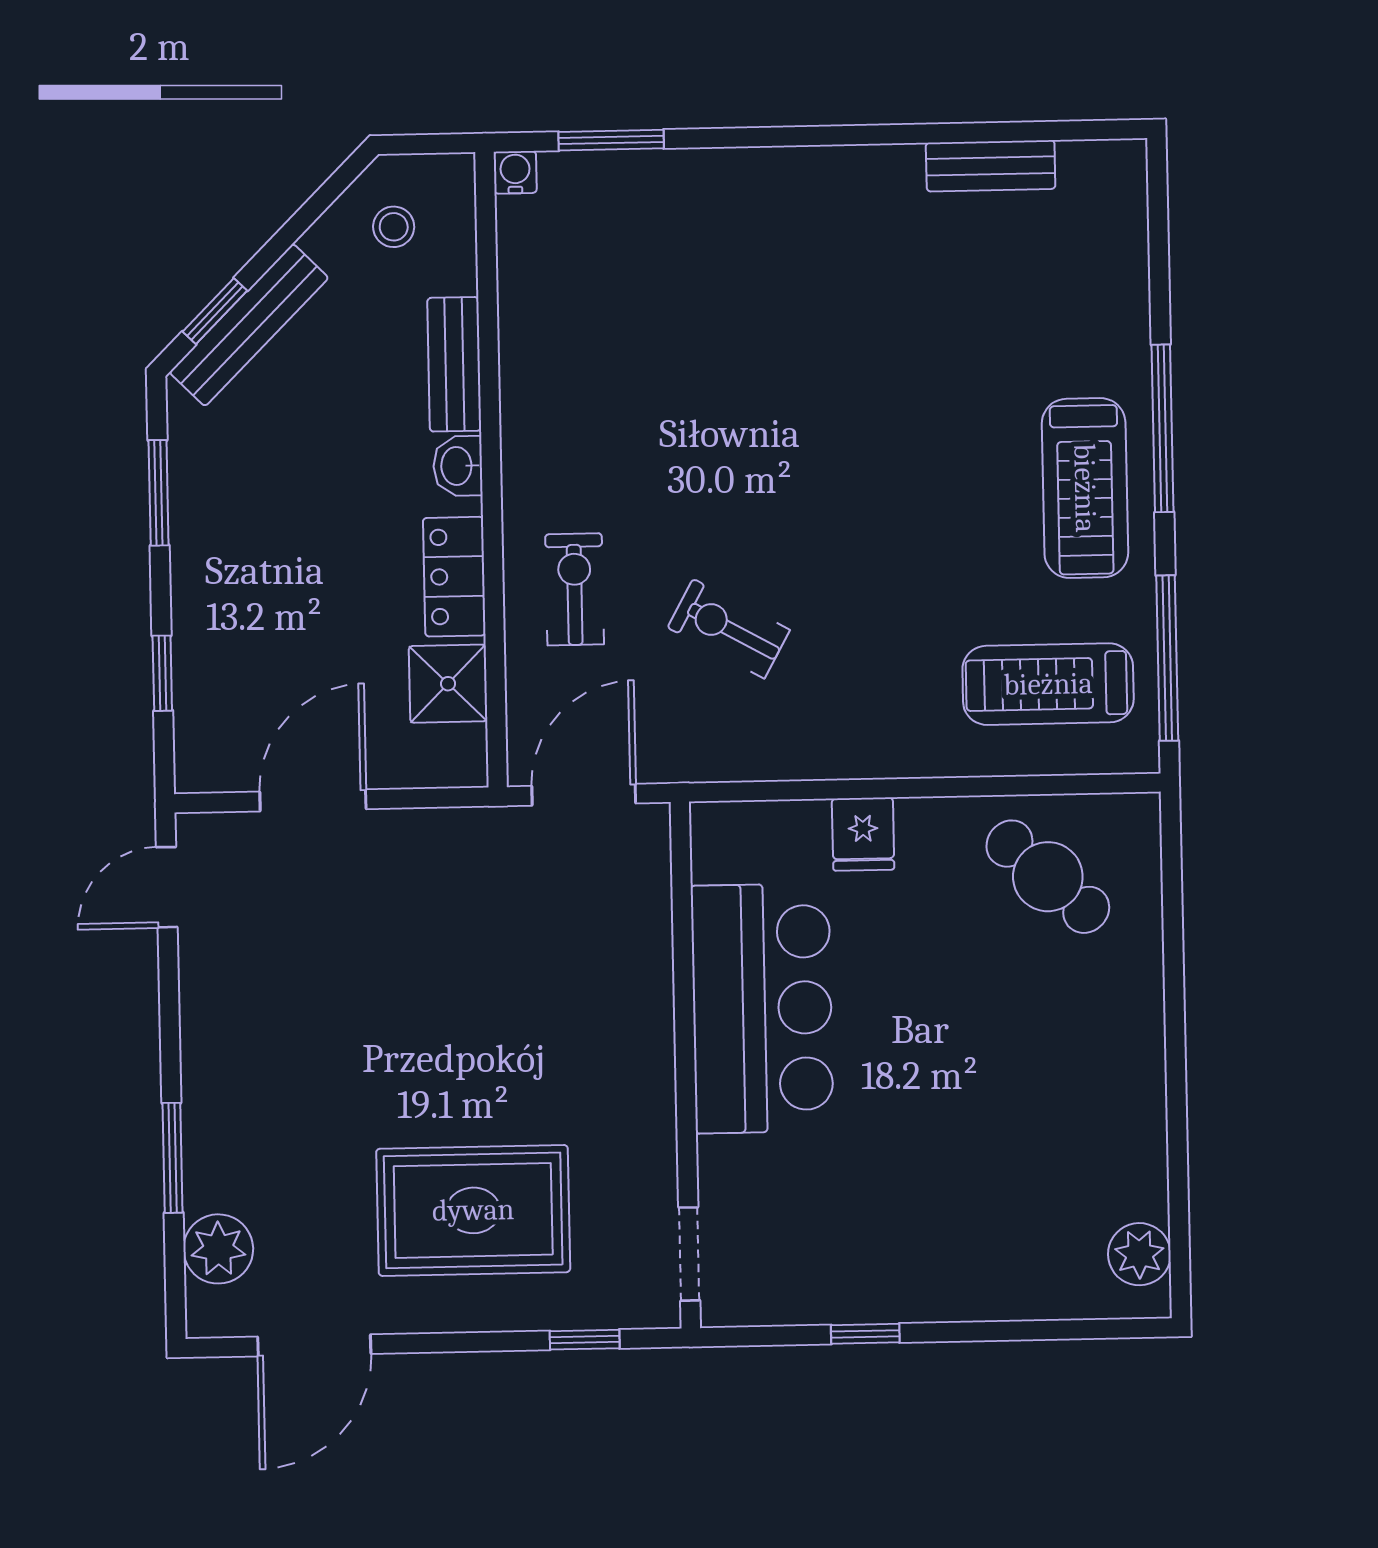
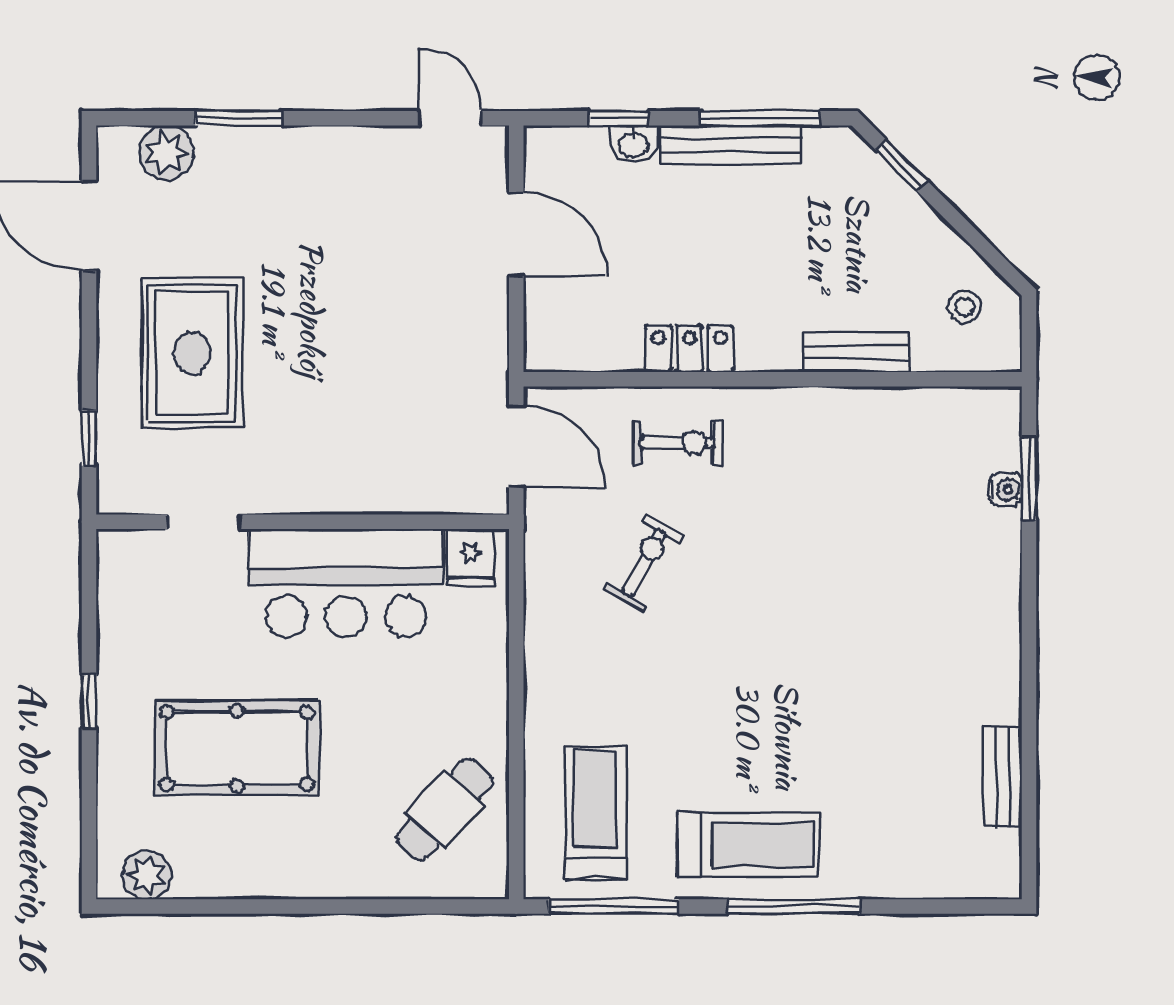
water cooler: (515, 172) -> (1005, 490), moved
bench: (249, 325) -> (731, 145), moved, turned -45
washbasin: (458, 466) -> (634, 144), moved, turned 180
treadmill: (1085, 488) -> (749, 845), turned 180
window: (159, 493) -> (760, 118), width x1.44
shower: (448, 684) -> (606, 342), removed
fridge: (863, 834) -> (471, 557), moved, turned -90
pool table: (976, 1143) -> (237, 748), added
doorway: (689, 1254) -> (204, 522), moved
window: (865, 1334) -> (89, 701), moved

